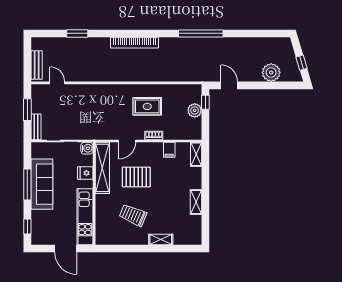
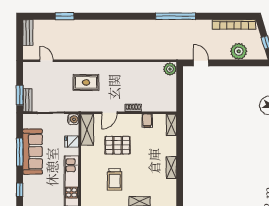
bookcase: (134, 43) -> (234, 24), moved
bench: (37, 65) -> (28, 33), moved
window: (205, 102) -> (180, 78), removed
rug: (147, 106) -> (86, 82), moved
window: (27, 110) -> (20, 95), moved
plant: (195, 110) -> (170, 69), moved
shelving: (102, 168) -> (87, 130), width x0.68
trolley: (133, 215) -> (115, 179), turned -113

